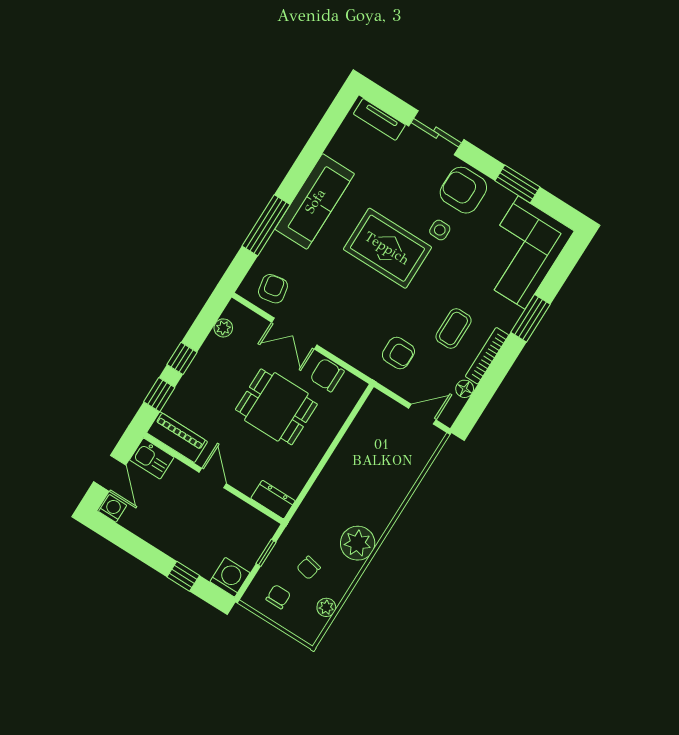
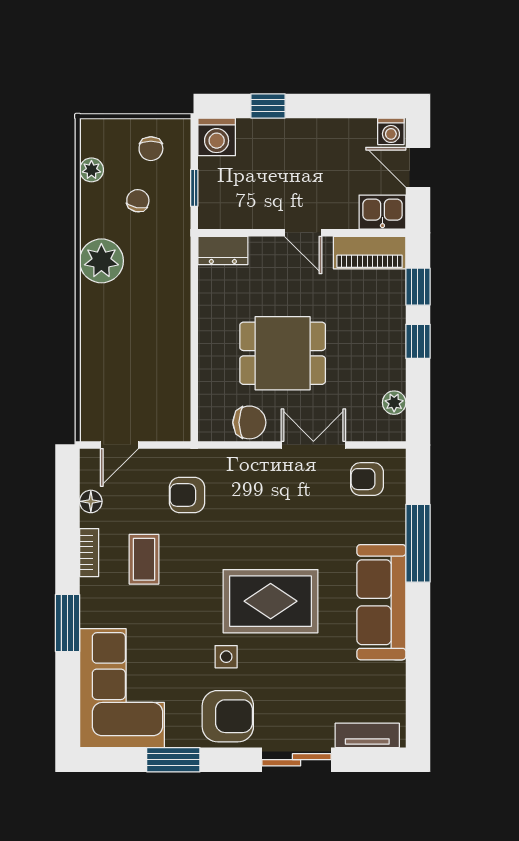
armchair: (273, 289) -> (367, 479), turned 101
bookcase: (487, 356) -> (89, 553), width x0.64

